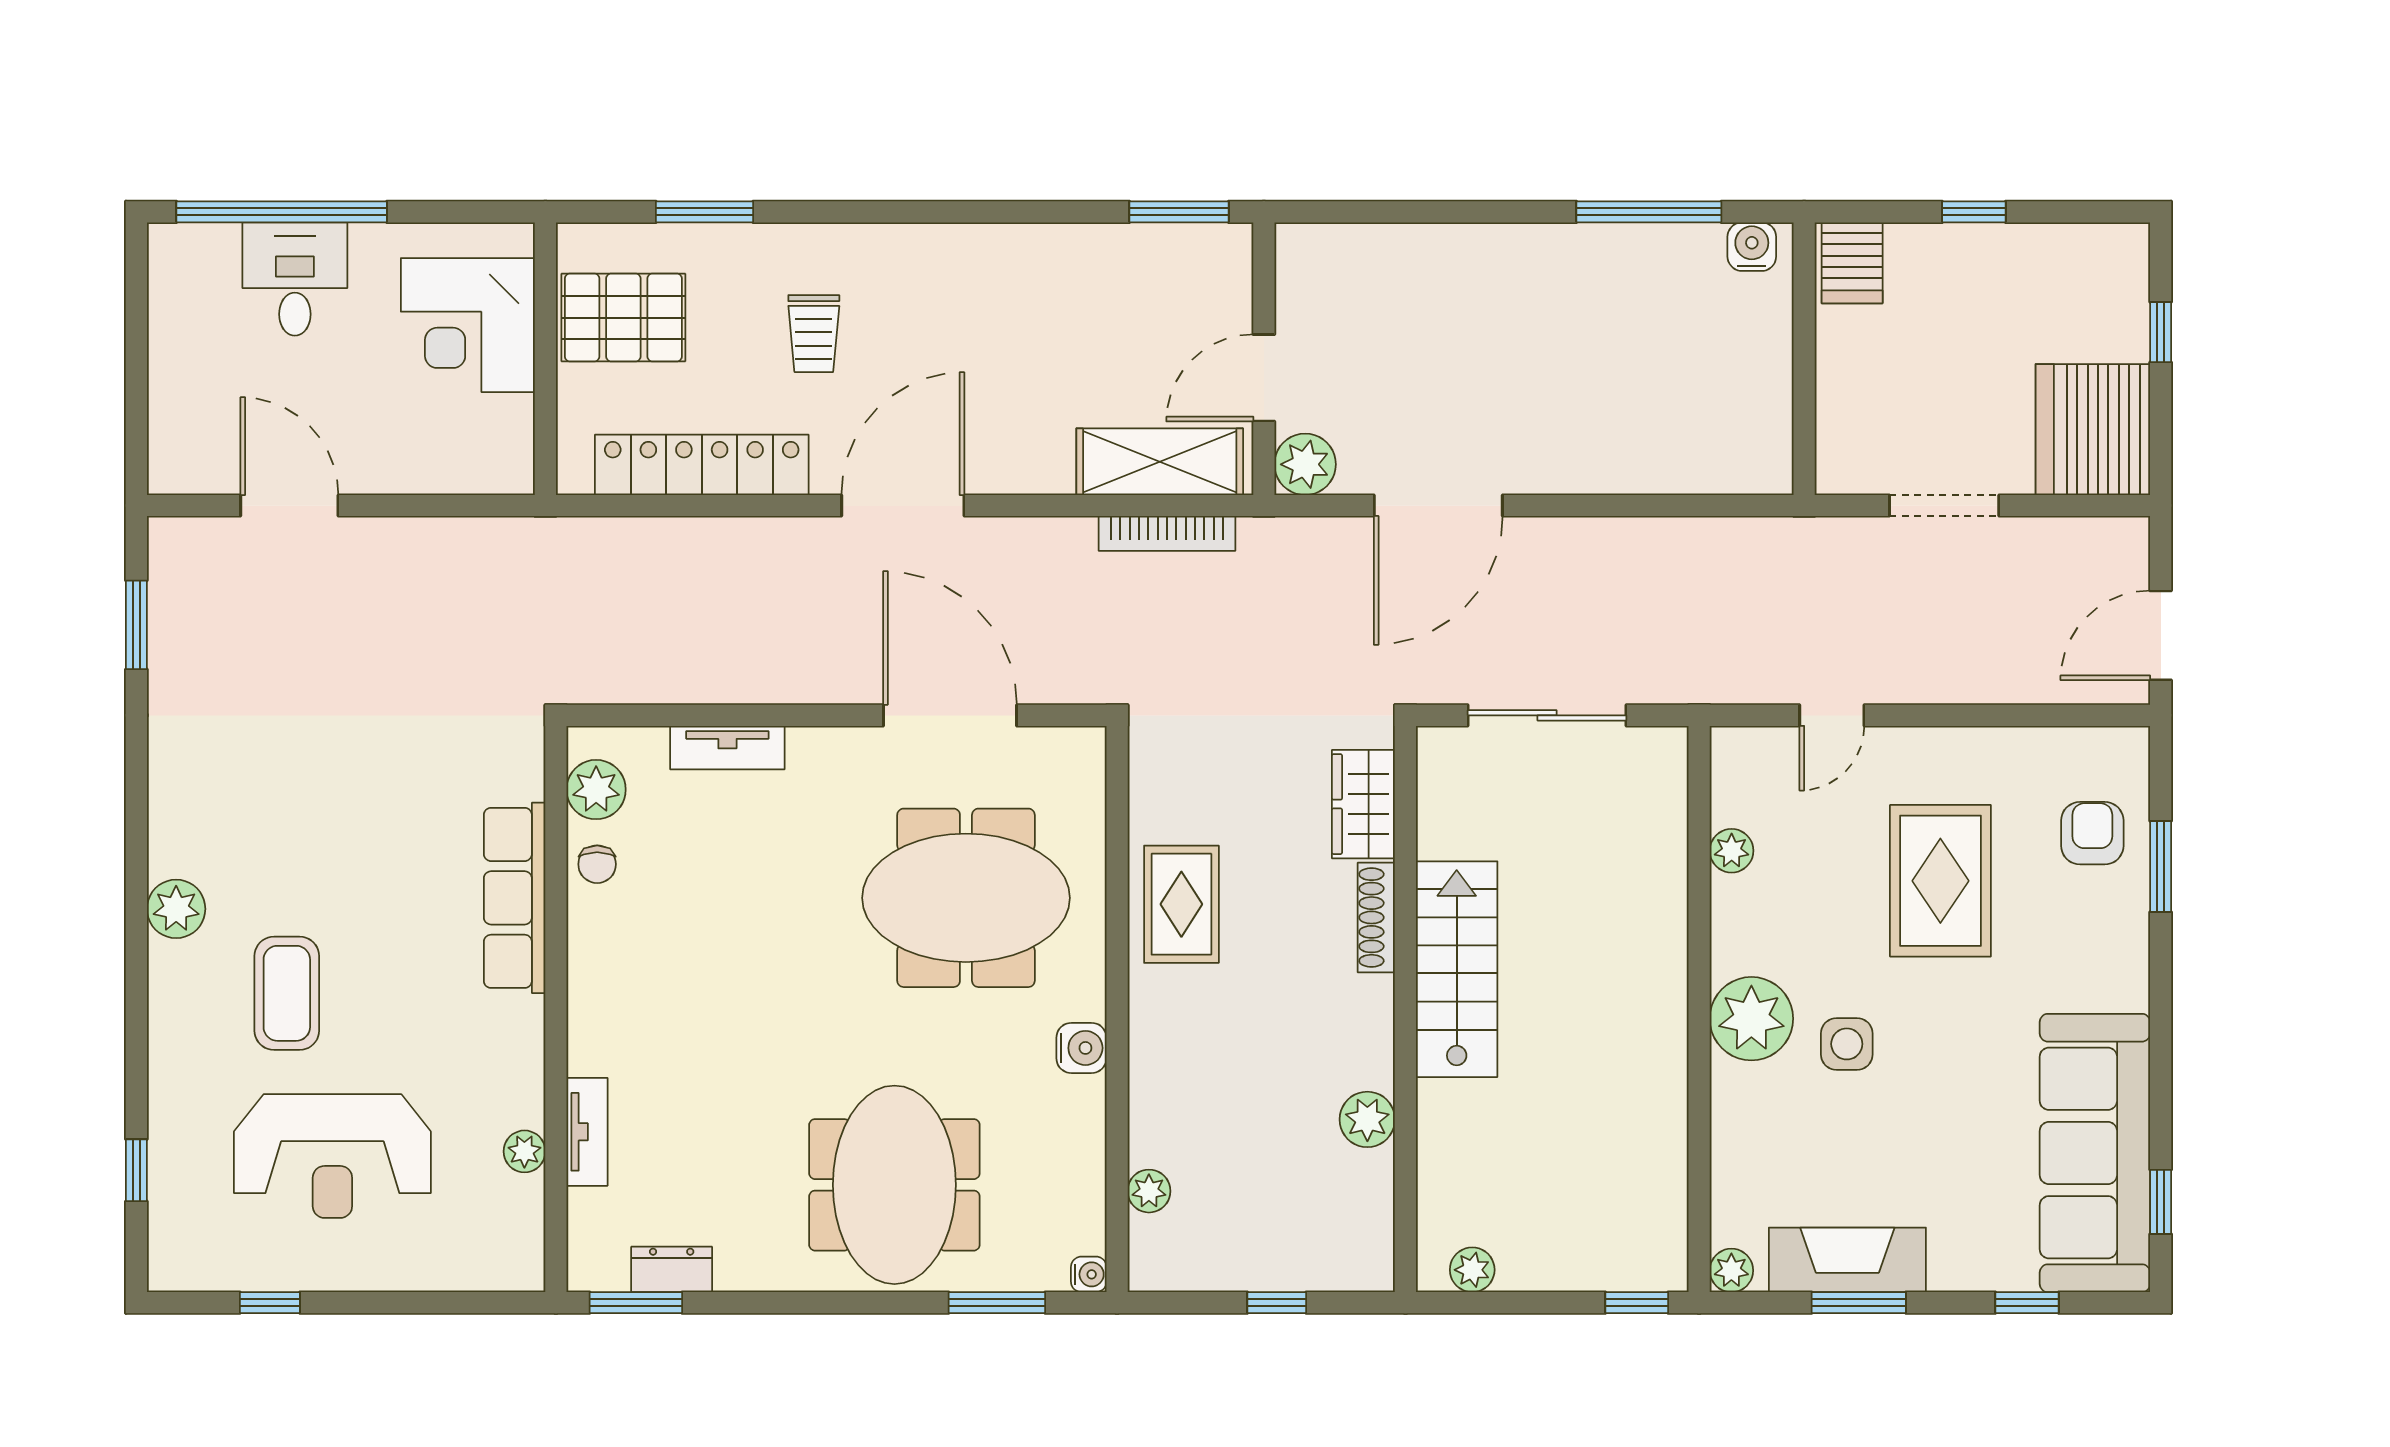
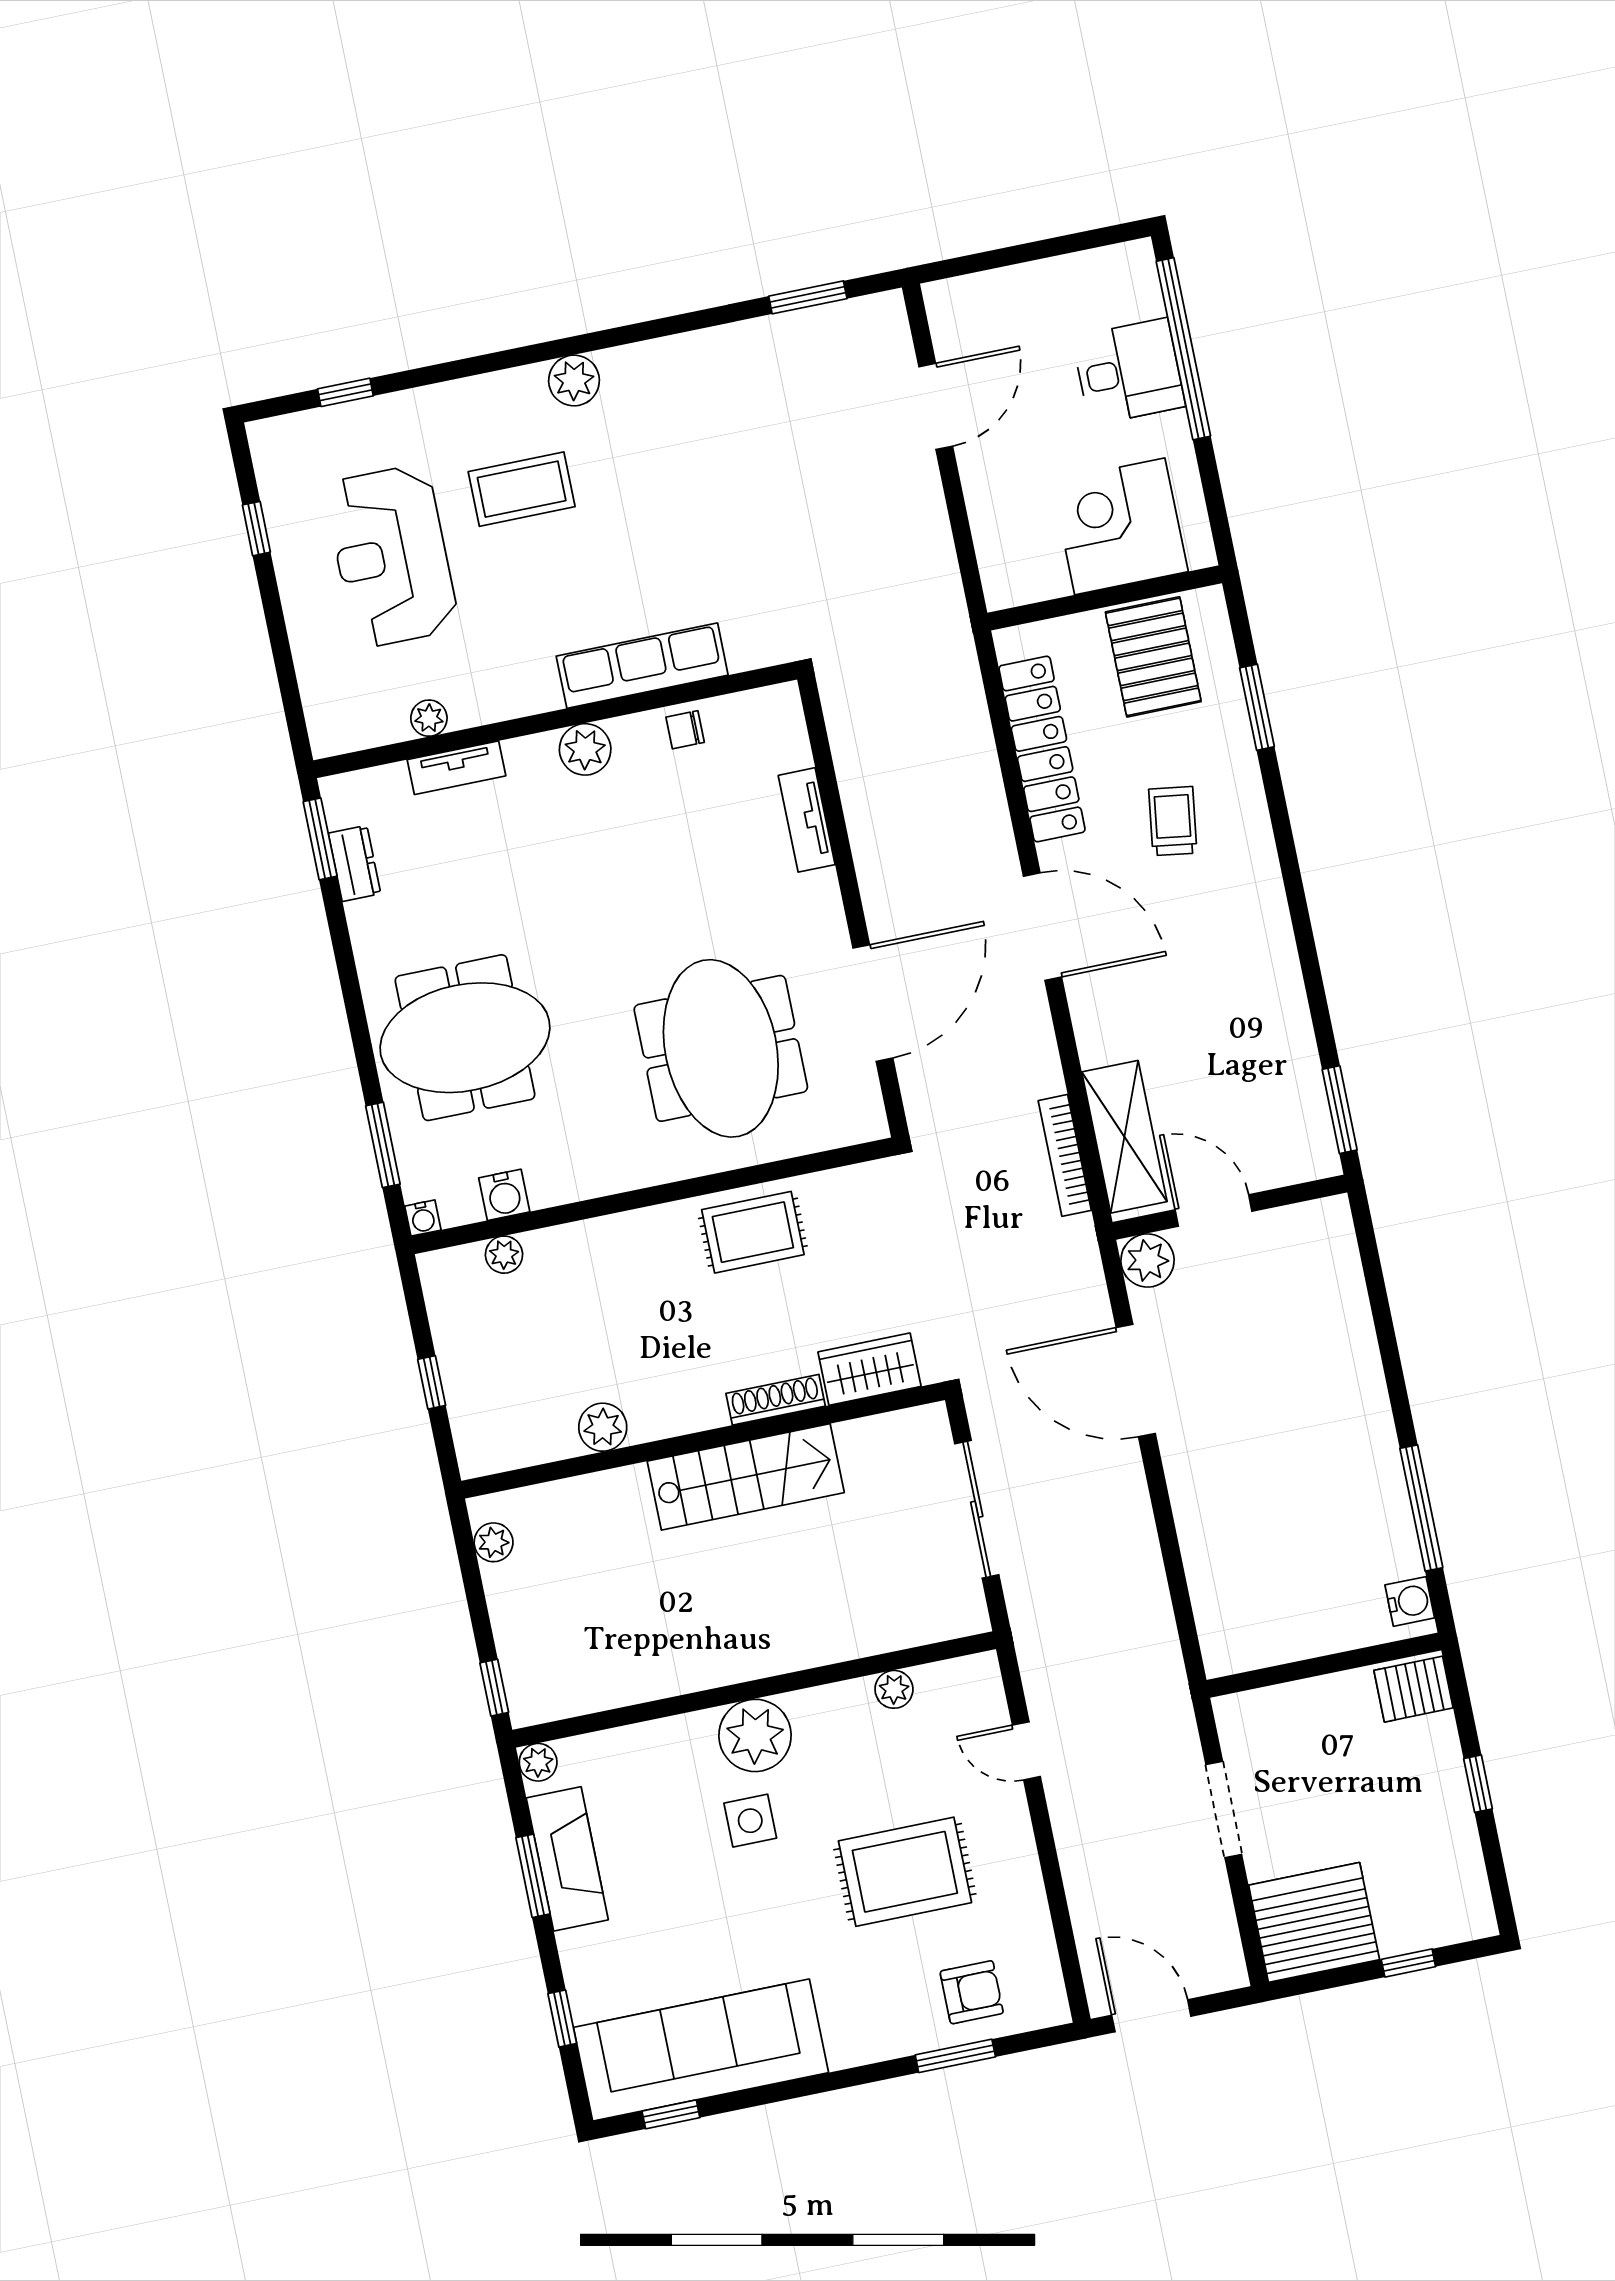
trolley: (814, 334) -> (1173, 821), turned 98
plant: (596, 790) -> (585, 749), moved
water cooler: (1081, 1048) -> (504, 1195), moved

